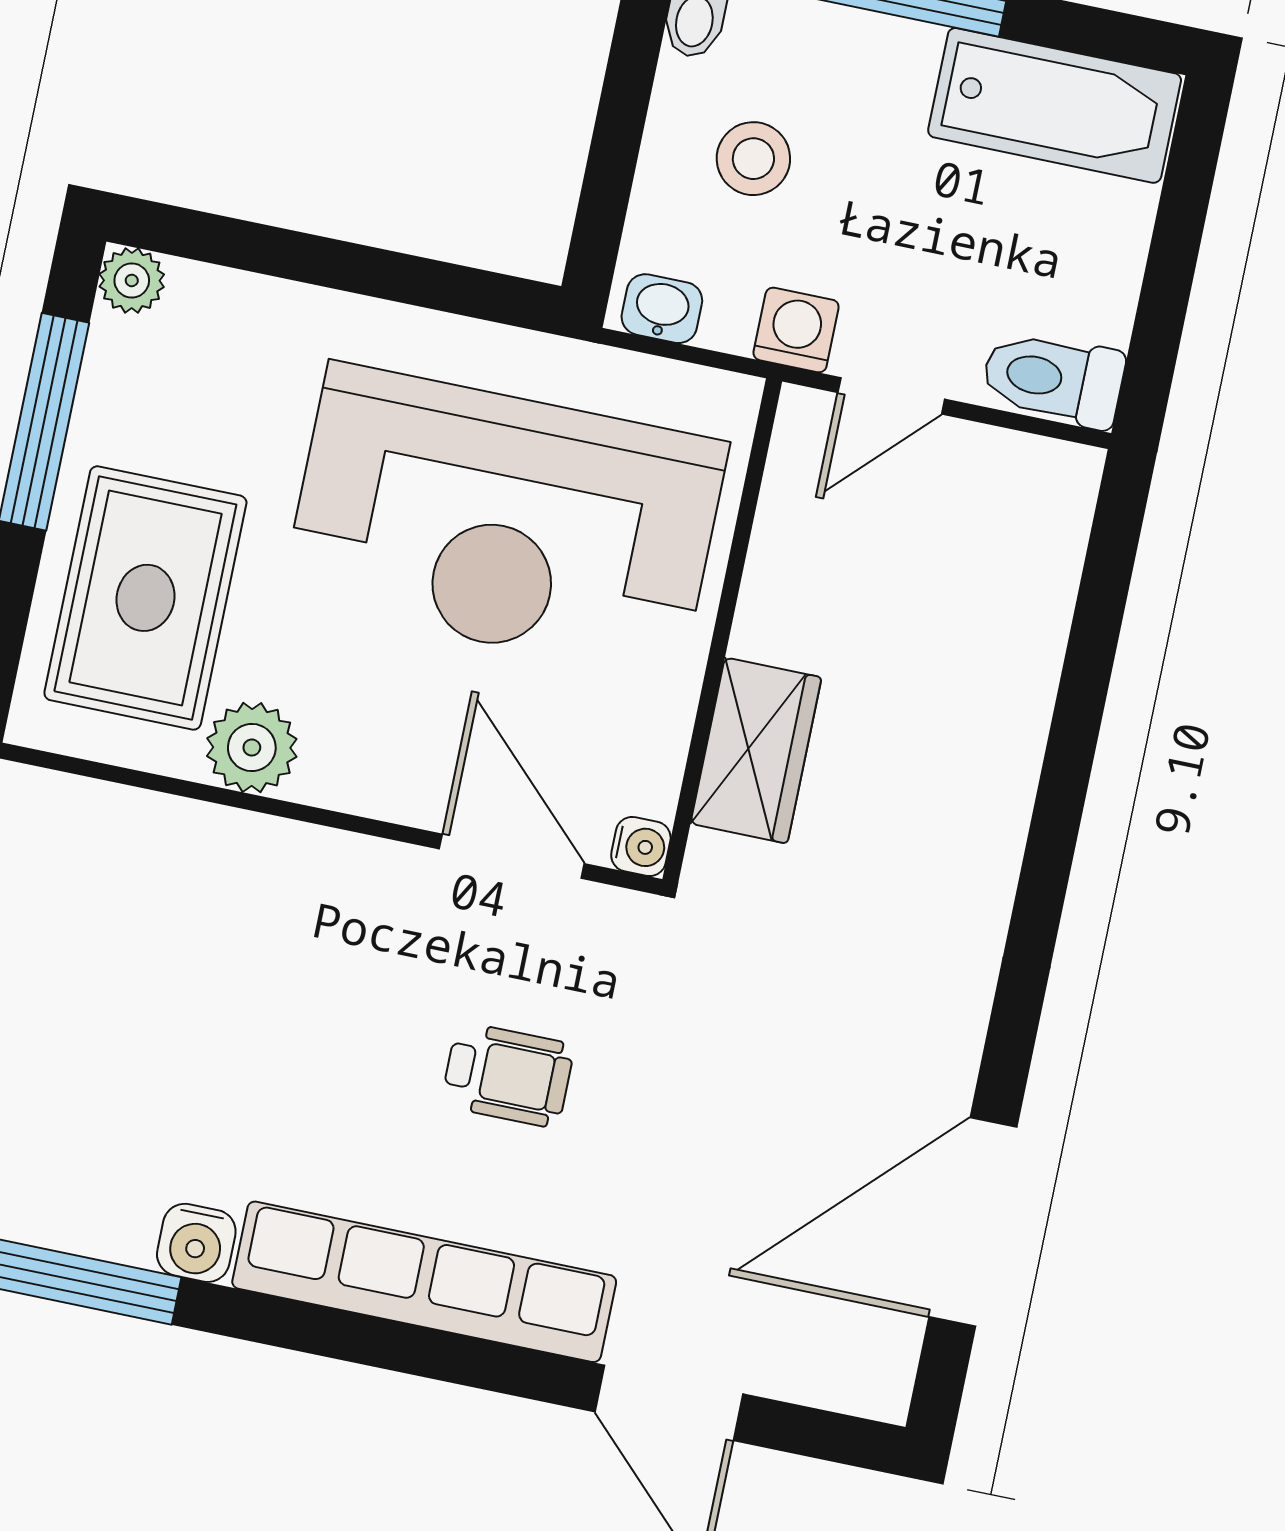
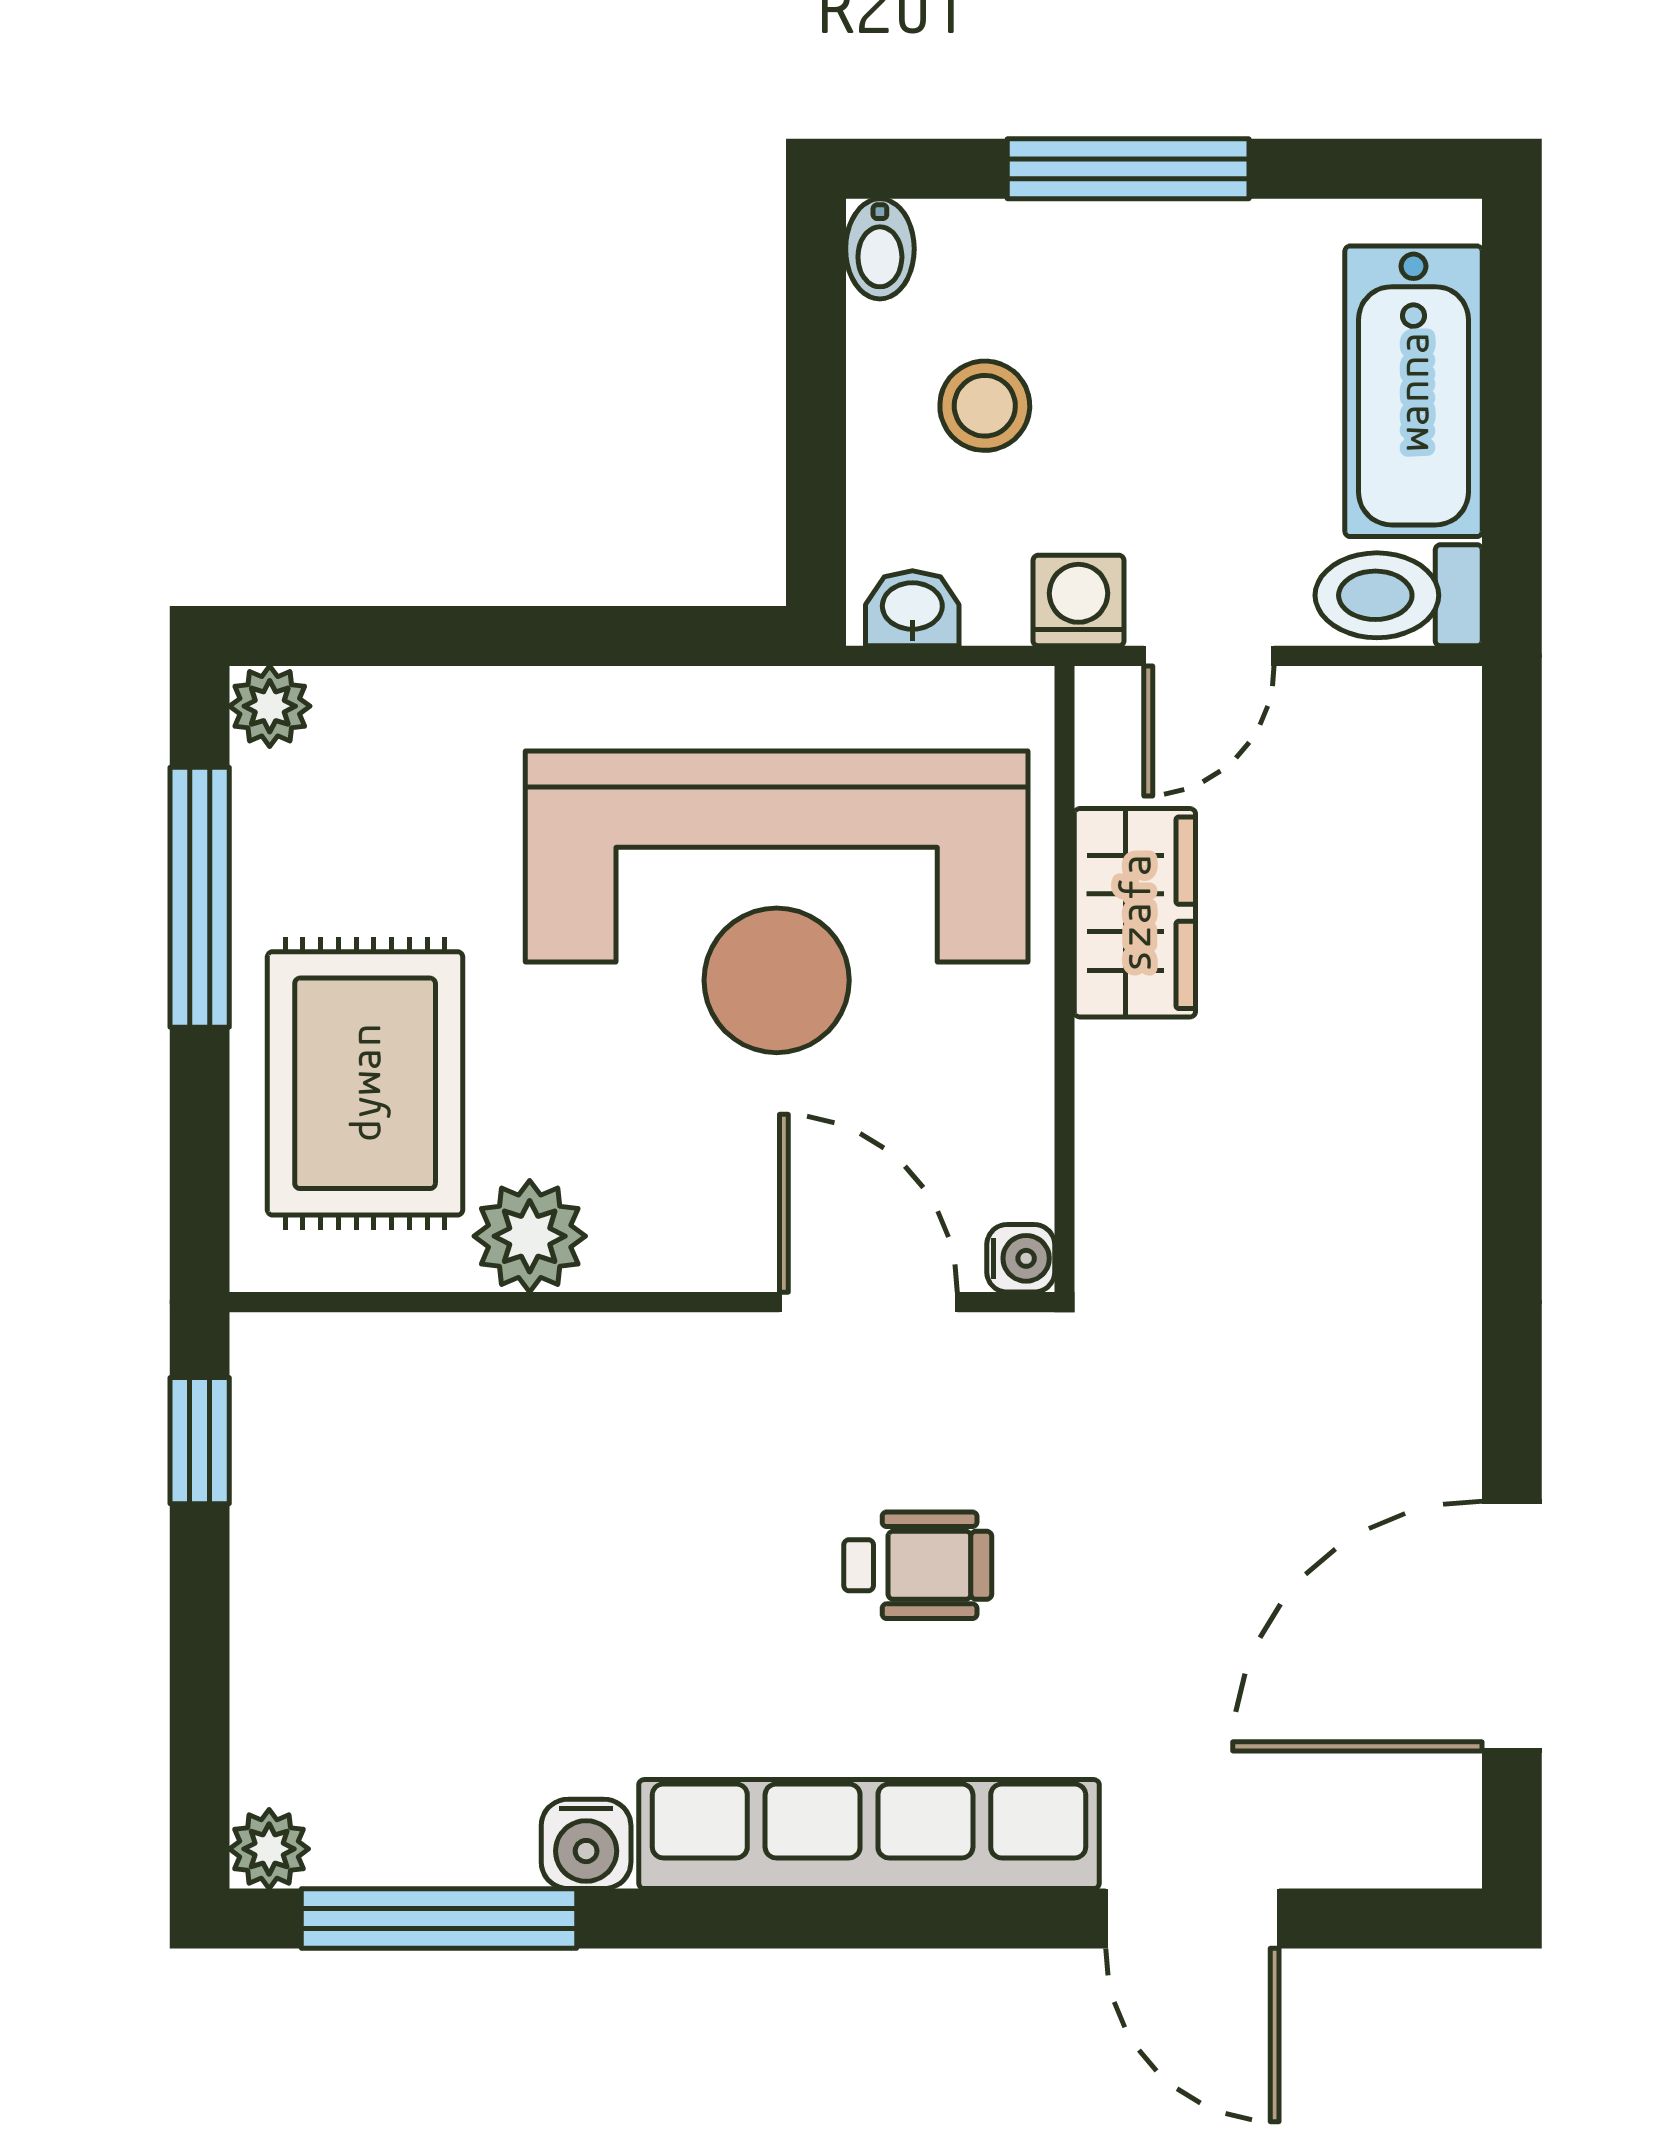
bathtub: (1055, 105) -> (1413, 391), moved, turned 90
wardrobe: (756, 751) -> (1135, 913), moved

